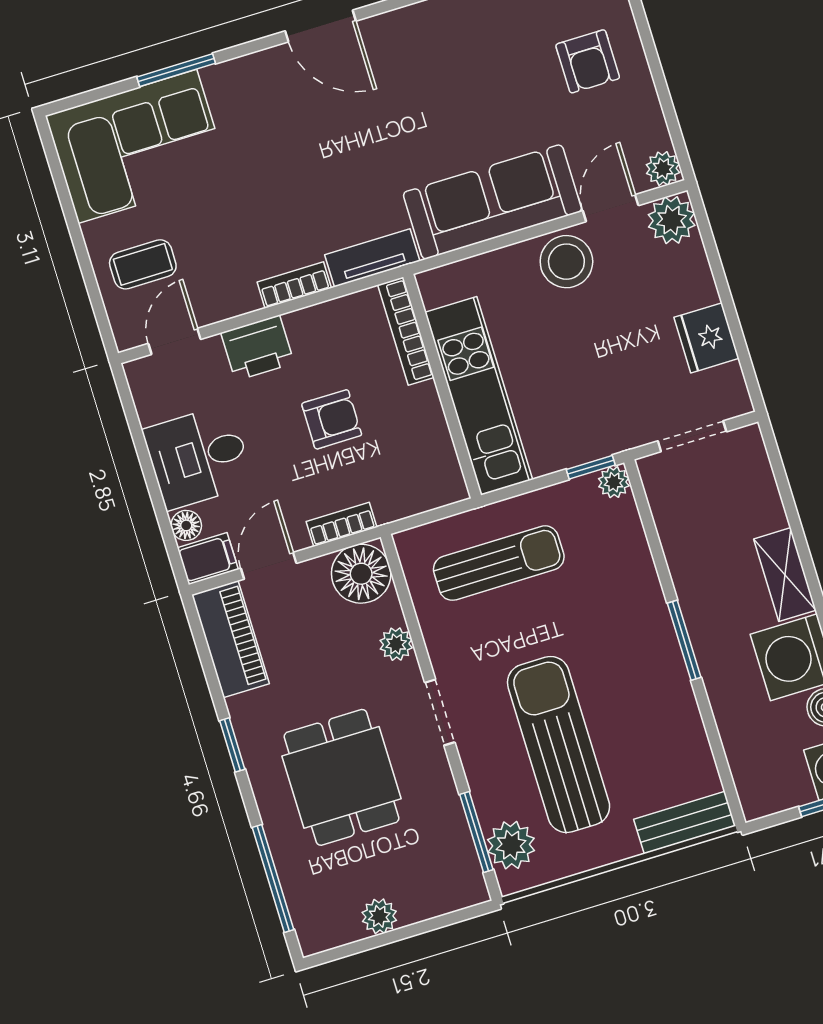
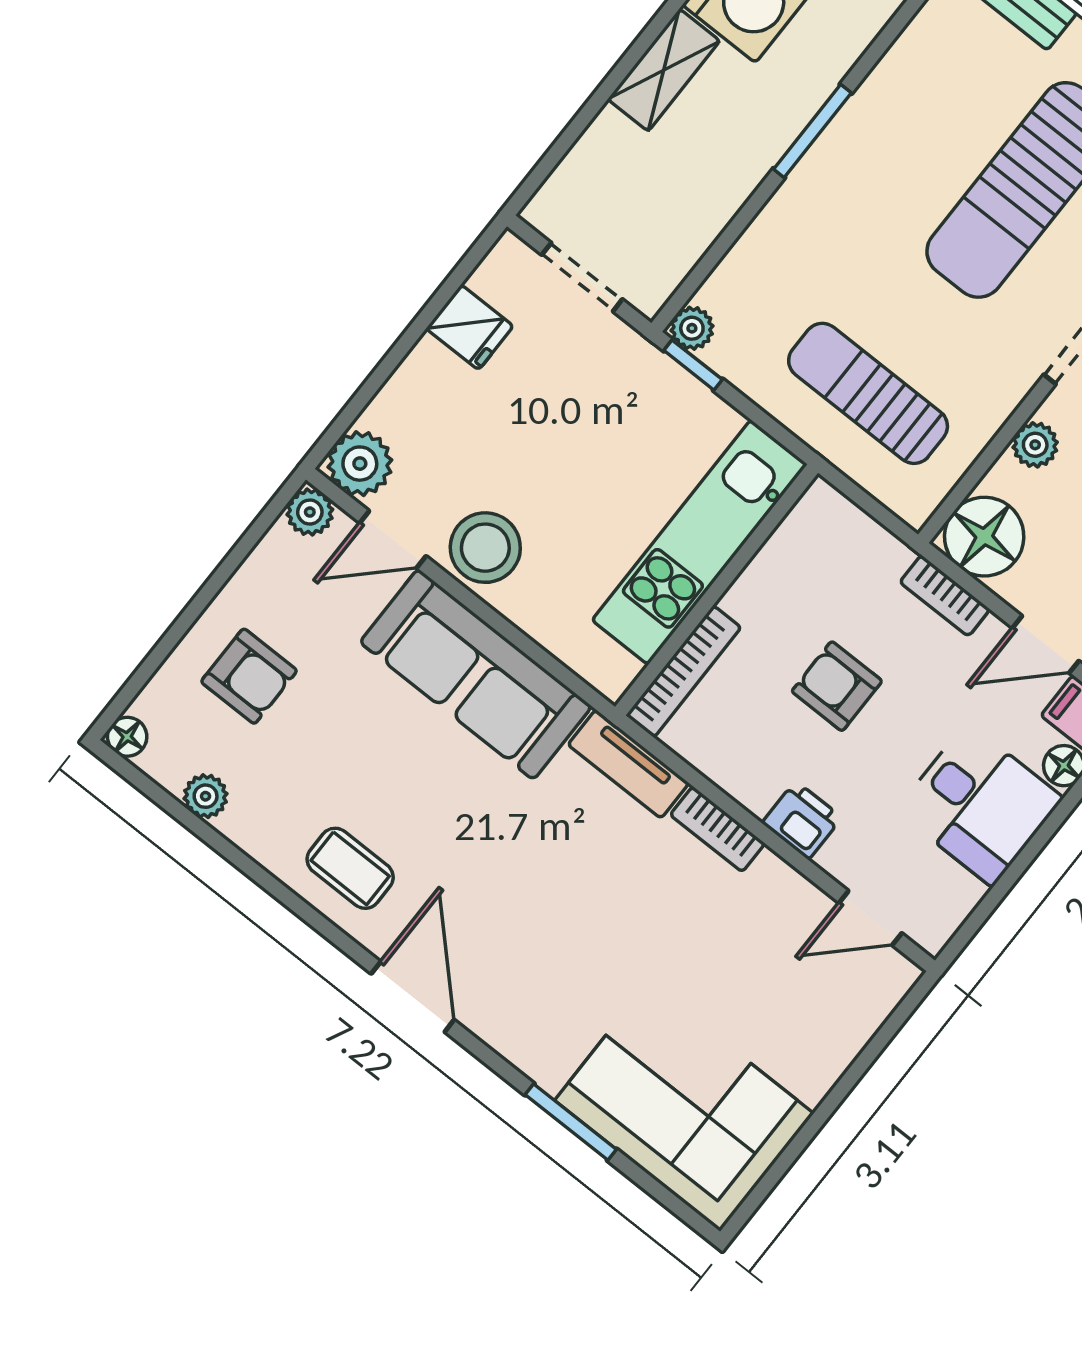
armchair: (588, 61) -> (249, 676), turned 90
coffee table: (143, 264) -> (350, 868), moved
fridge: (706, 338) -> (470, 327), width x0.72
printer: (257, 348) -> (802, 820), width x0.73, depth x0.81

